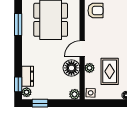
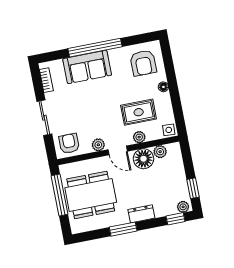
window: (18, 24) -> (123, 229), moved
plant: (90, 34) -> (98, 145), added
dresser: (28, 76) -> (141, 214), moved
plant: (75, 94) -> (160, 152), moved

